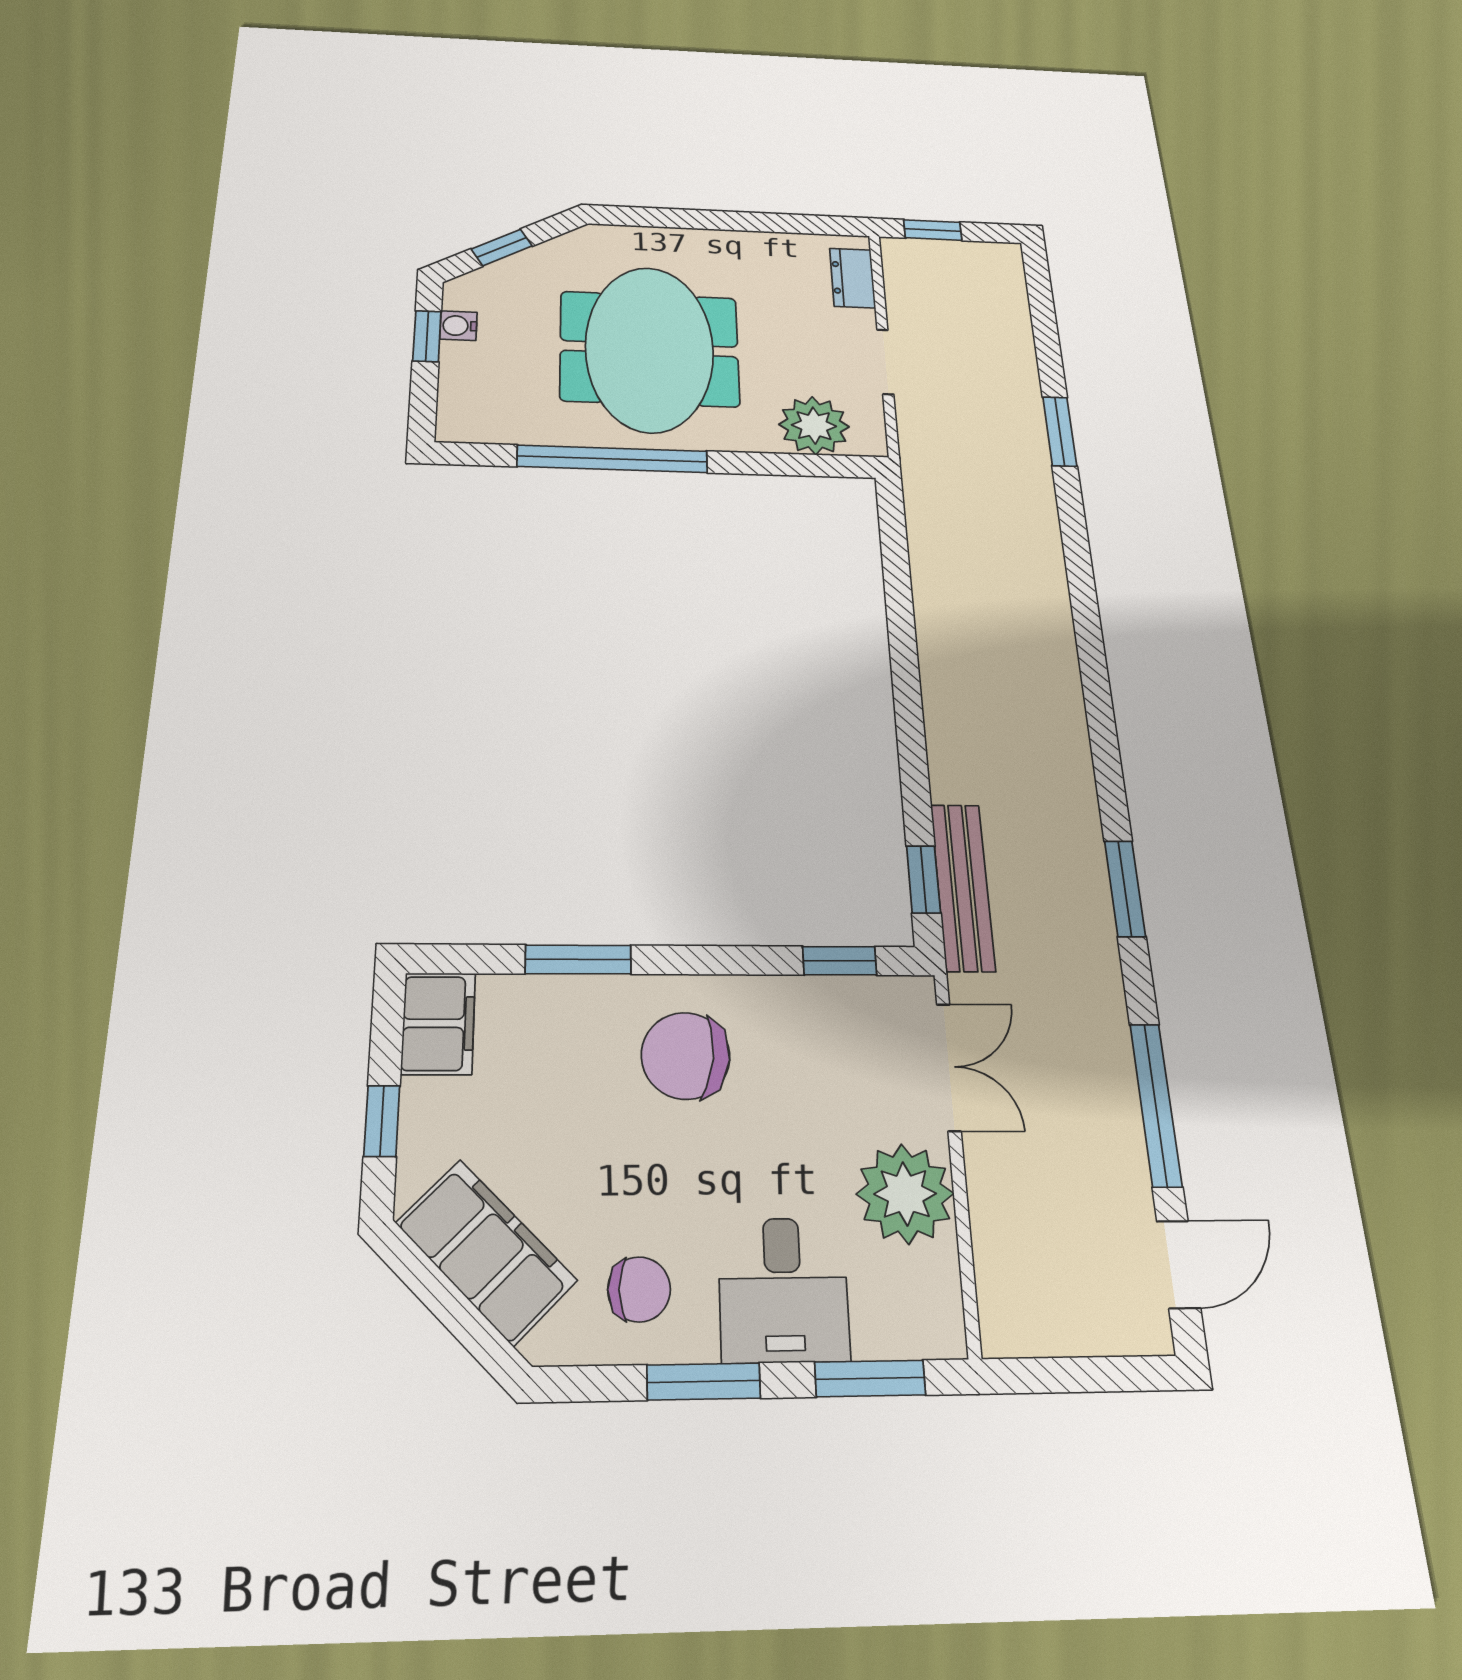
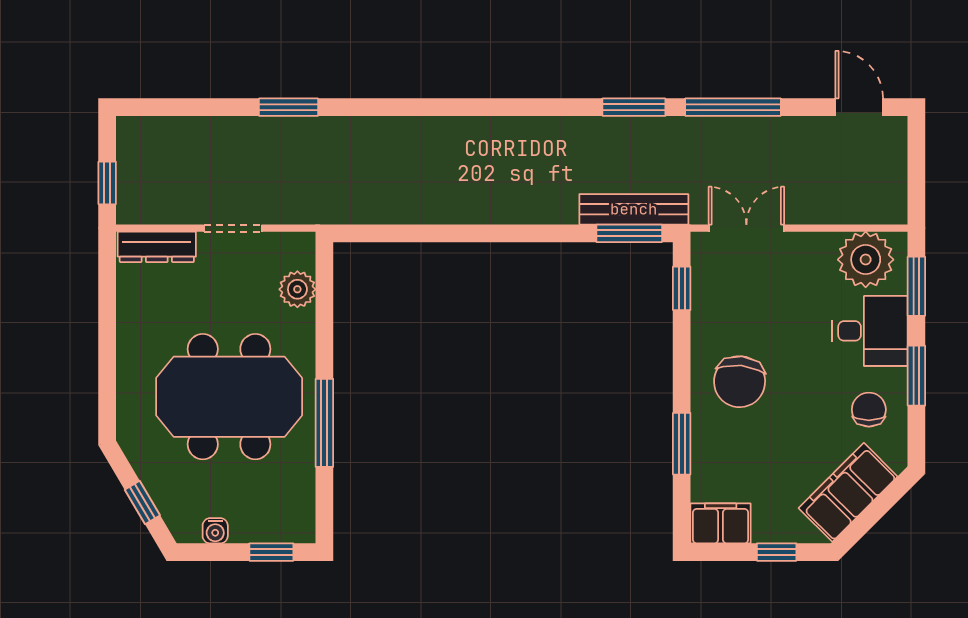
dresser: (853, 278) -> (157, 247), width x1.44
window: (427, 336) -> (271, 552), moved
plant: (814, 426) -> (297, 289), width x0.73, depth x0.73
window: (612, 459) -> (324, 423), width x0.68
window: (923, 879) -> (629, 233), width x1.50
window: (1156, 1104) -> (733, 107), moved
plant: (905, 1194) -> (866, 260), moved

